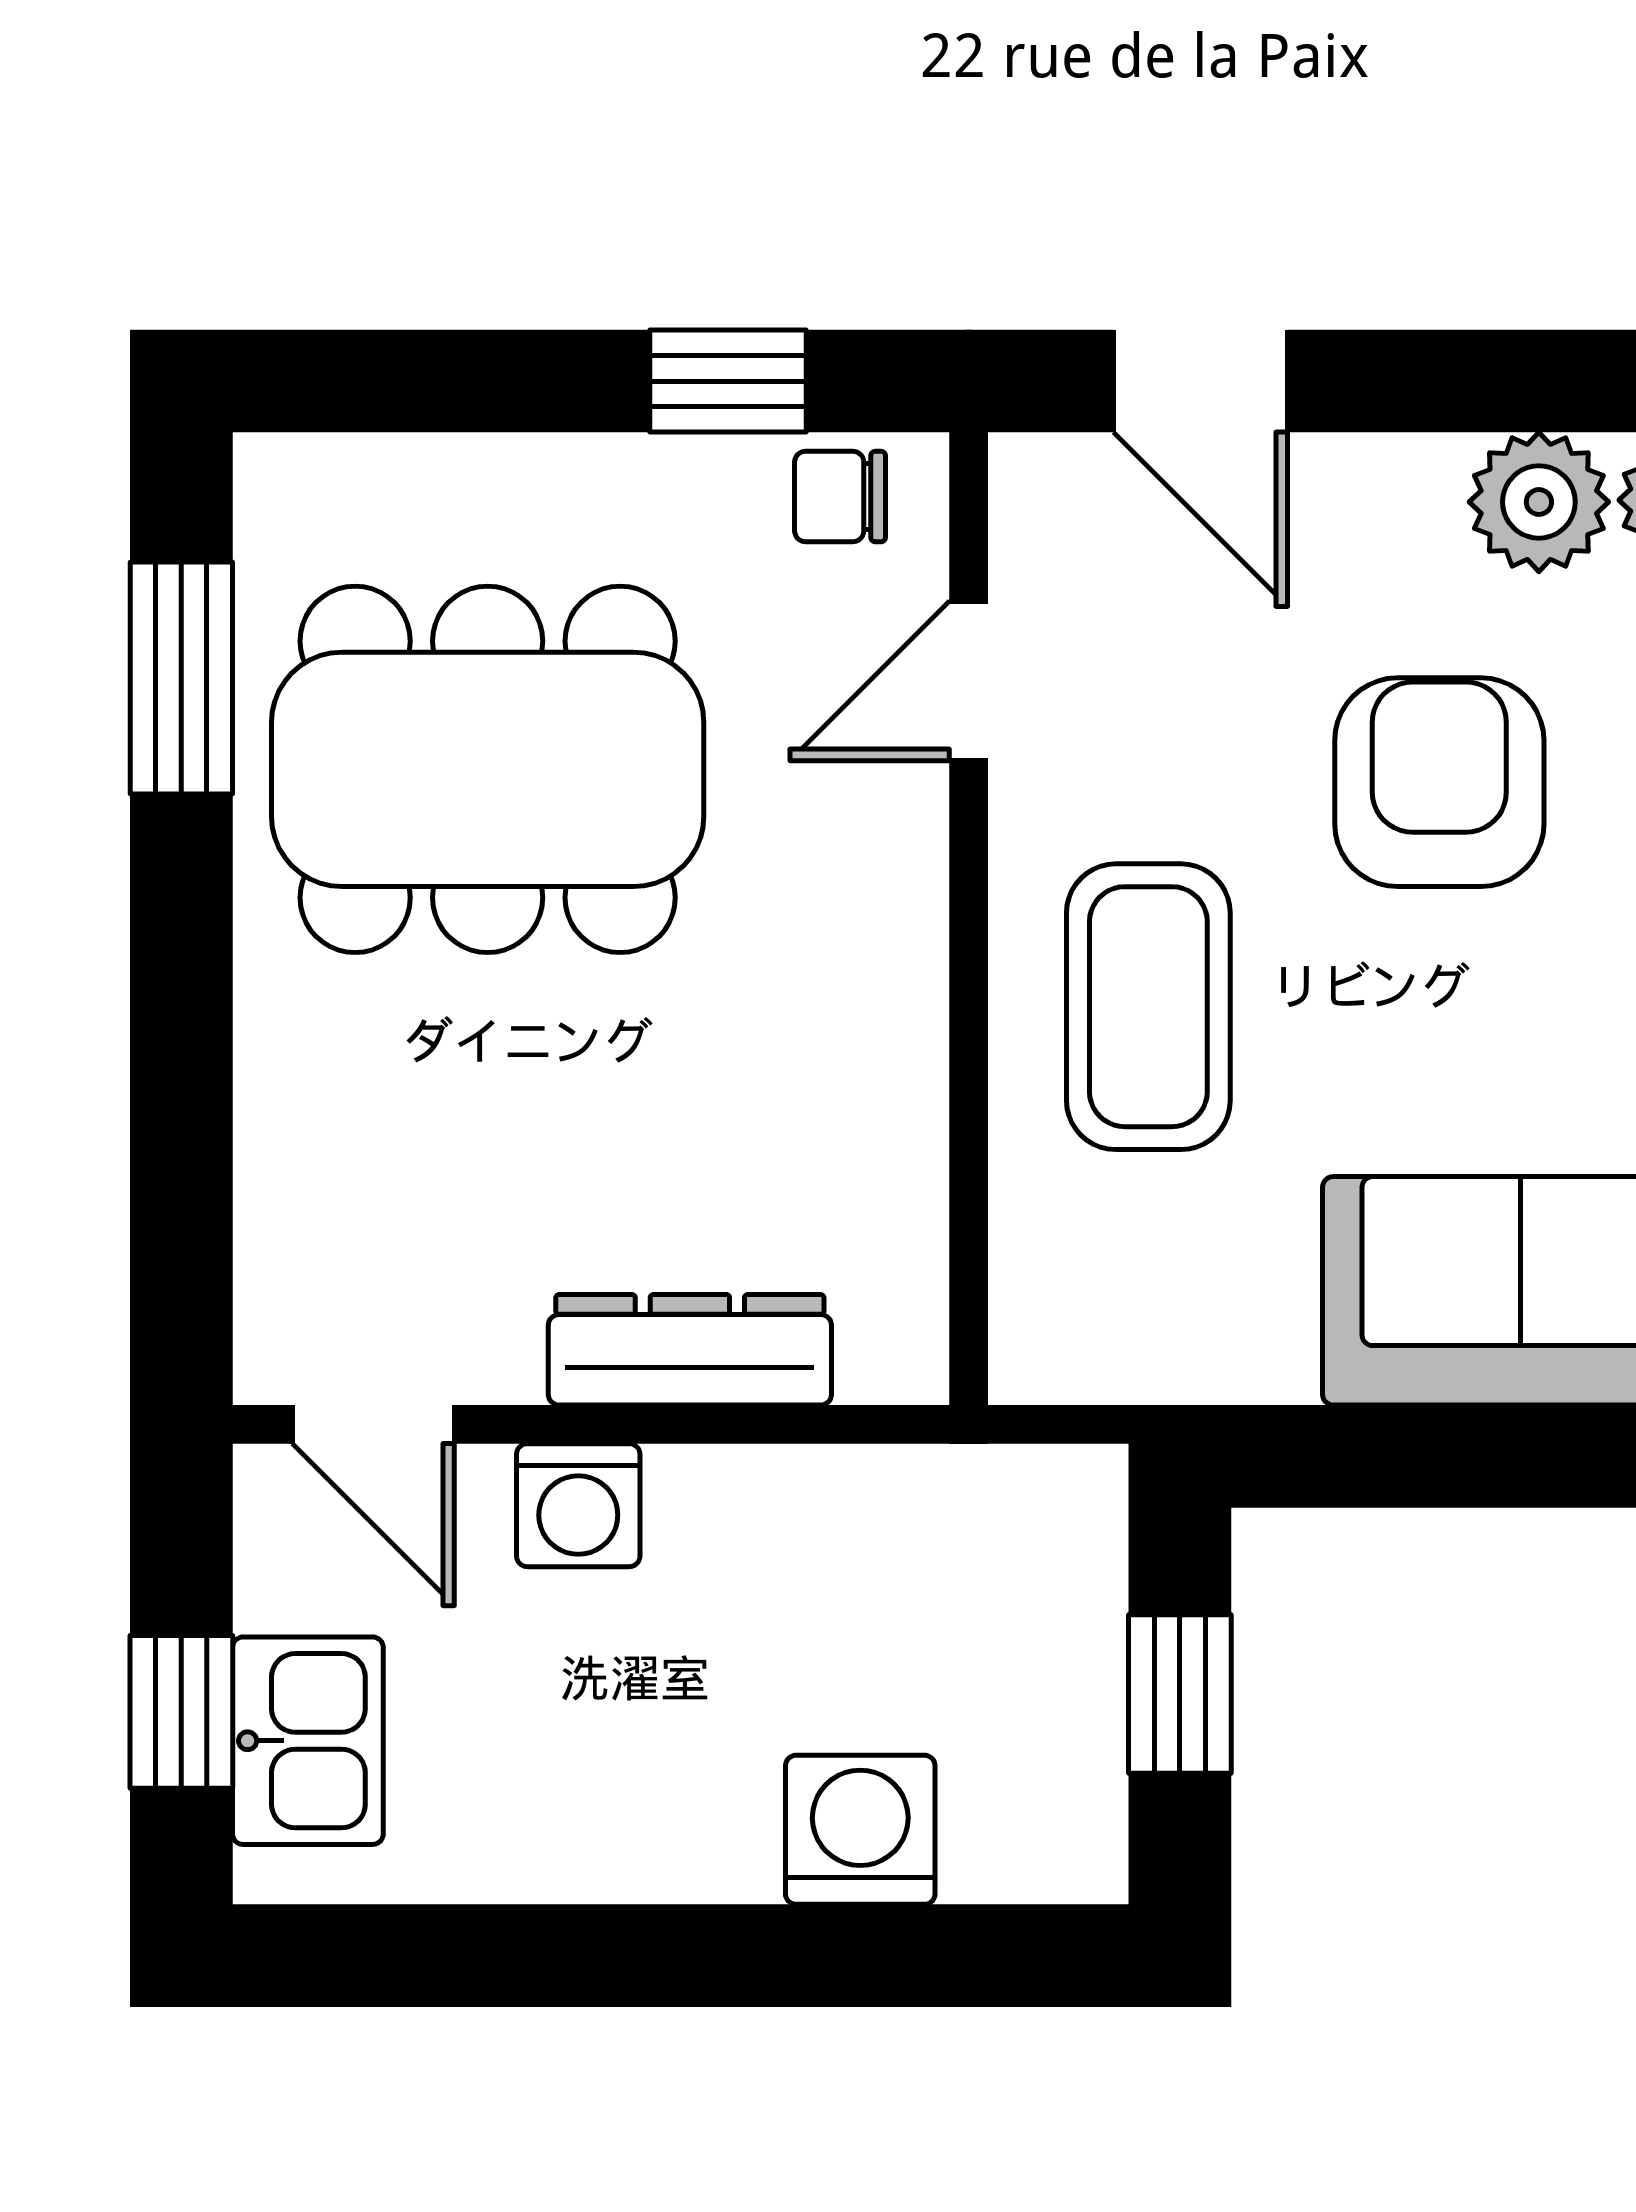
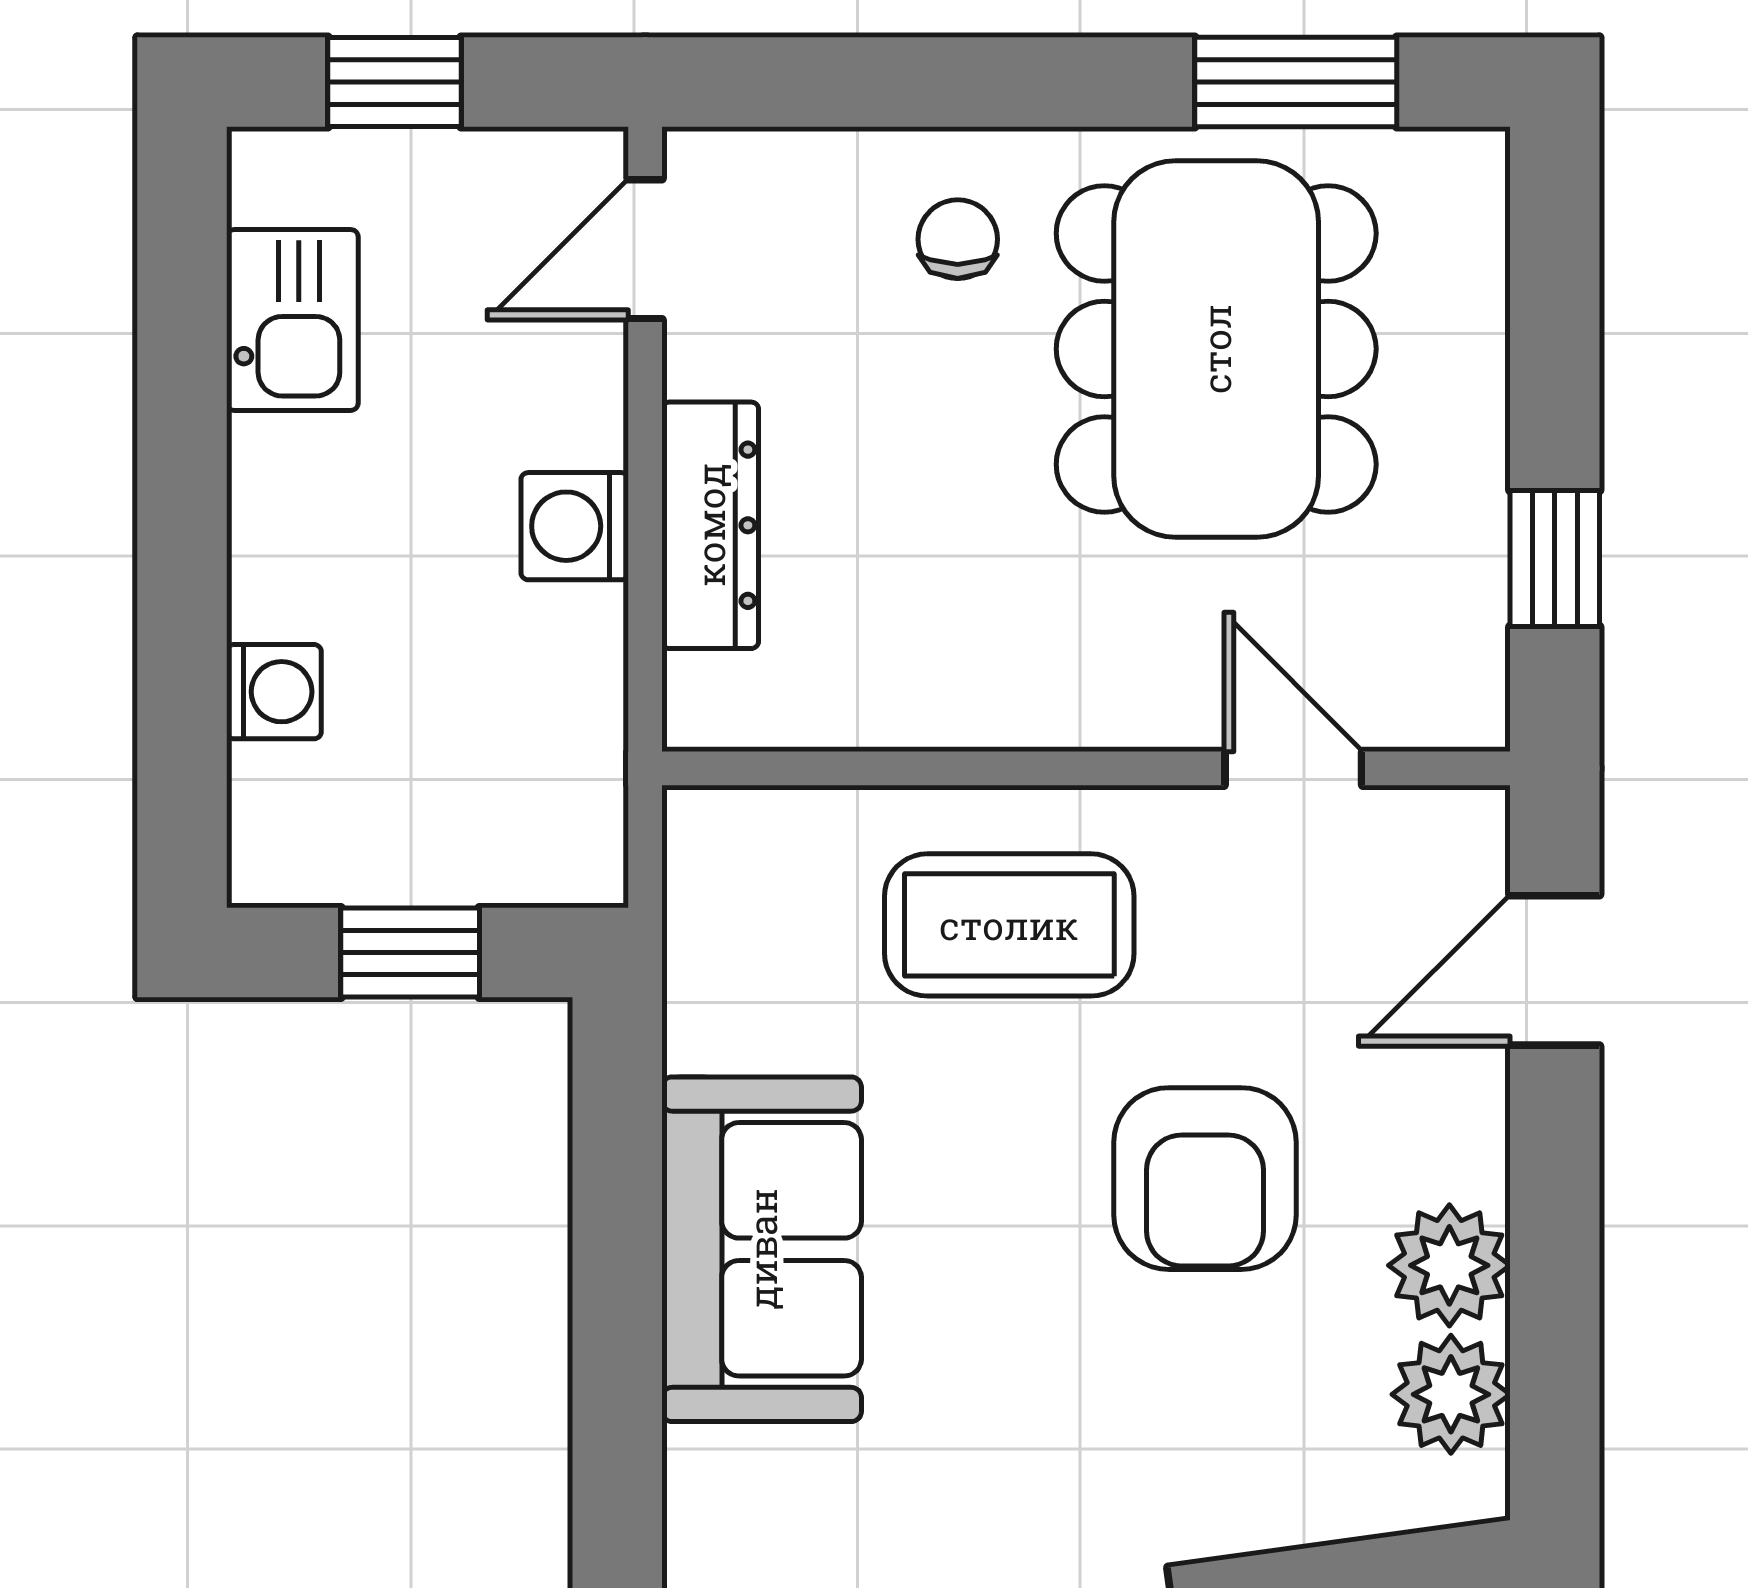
chair: (840, 497) -> (958, 239), moved
armchair: (1439, 782) -> (1205, 1179), turned 90
washing machine: (578, 1505) -> (575, 526), moved
kitchen sink: (308, 1741) -> (292, 320), moved, turned -90
washing machine: (860, 1830) -> (274, 692), width x0.73, depth x0.73

